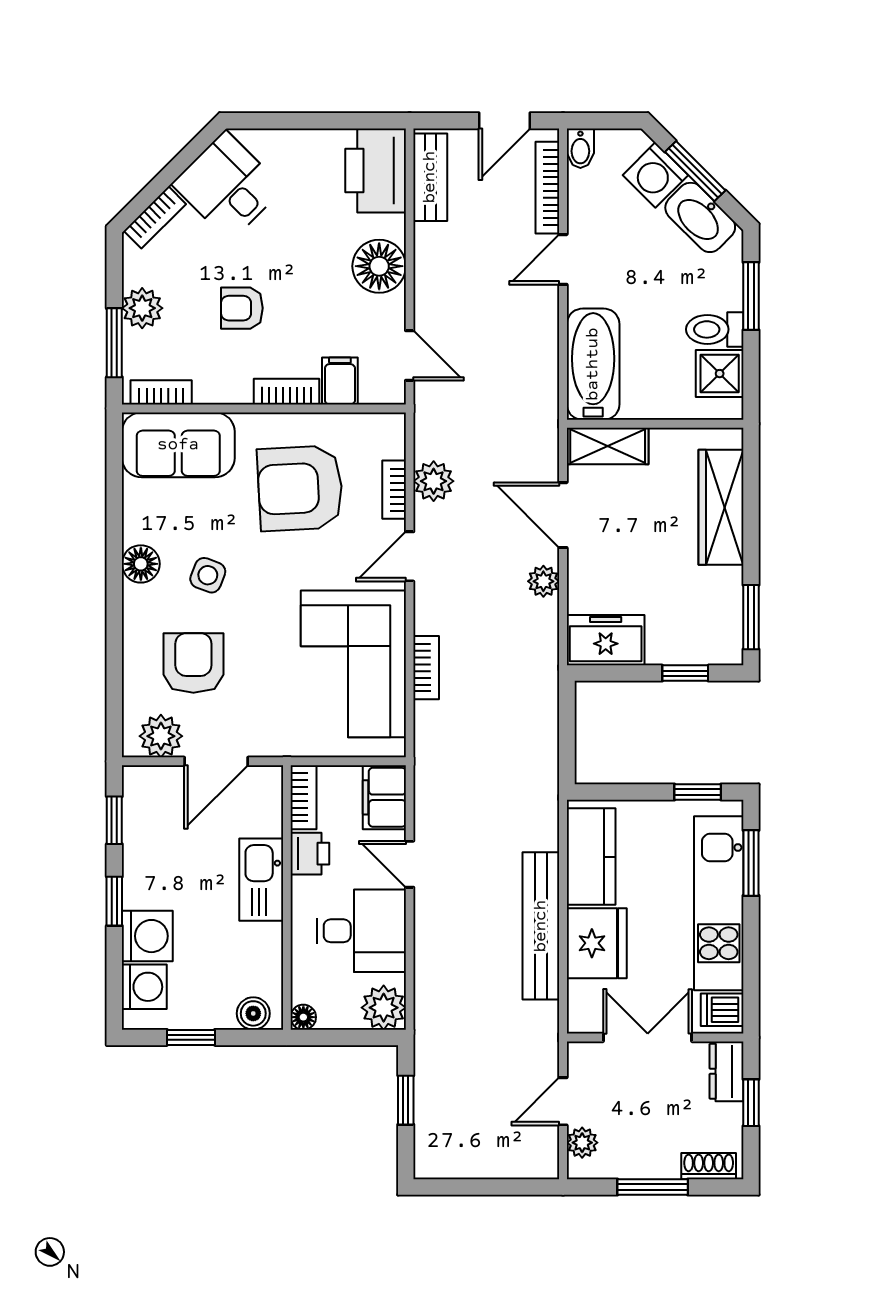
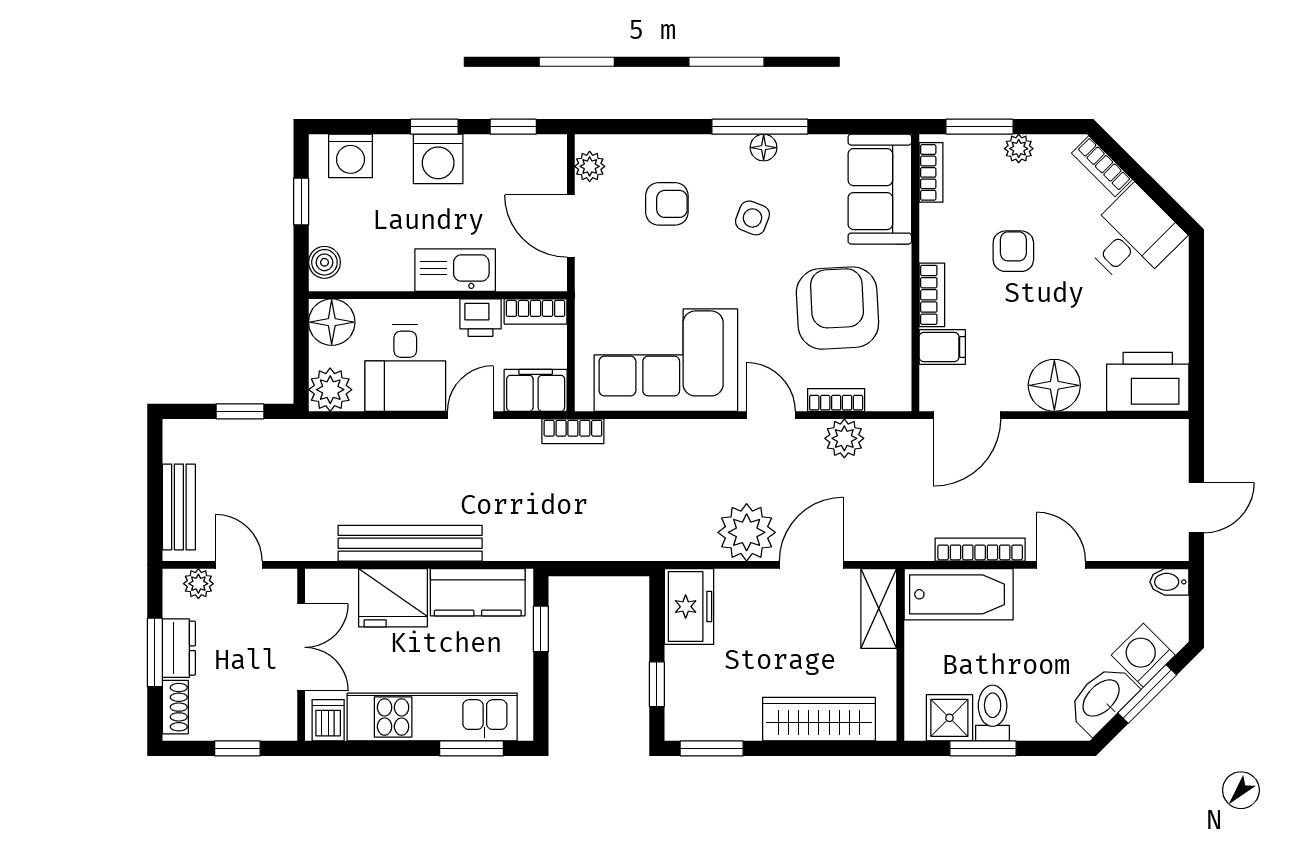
door: (504, 121) -> (1196, 508), swing flipped
bench: (430, 177) -> (179, 507), moved, turned 90
bookcase: (547, 188) -> (980, 550), moved
window: (751, 296) -> (983, 748), moved
plant: (142, 308) -> (1019, 149), width x0.73, depth x0.73
door: (410, 356) -> (967, 415), width x1.38
floor lamp: (141, 564) -> (764, 148), width x0.73, depth x0.73
window: (114, 568) -> (760, 127), added
plant: (543, 581) -> (747, 532), width x1.87, depth x1.87
armchair: (193, 663) -> (667, 204), width x0.72, depth x0.72
bookcase: (426, 668) -> (573, 431), moved
plant: (161, 736) -> (590, 166), width x0.73, depth x0.73
window: (698, 792) -> (541, 629), moved
washing machine: (147, 936) -> (438, 159), moved
floor lamp: (303, 1017) -> (332, 322), width x1.89, depth x1.89
dresser: (726, 1071) -> (179, 648), moved, turned 90

